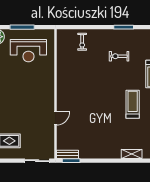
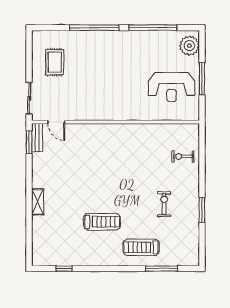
reception desk: (28, 51) -> (171, 87), turned -90
door: (55, 118) -> (56, 122), moved
shelving: (132, 154) -> (38, 202), moved

